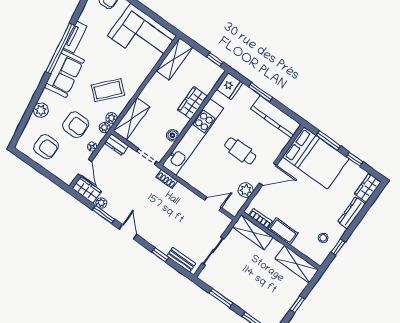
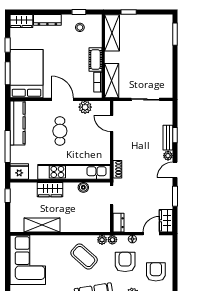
shelving: (174, 59) -> (42, 225), moved
window: (260, 92) -> (8, 146), width x1.44
shelving: (132, 119) -> (92, 225), removed
plant: (101, 203) -> (168, 156), moved
bench: (181, 260) -> (168, 138), moved
window: (221, 298) -> (175, 70), removed
window: (297, 304) -> (129, 12), moved

